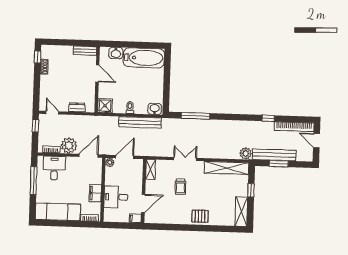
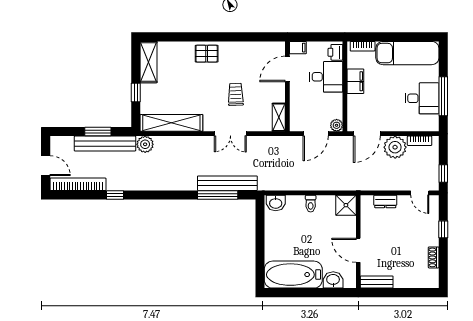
window: (38, 57) -> (443, 229), moved
bench: (140, 122) -> (227, 183), moved
desk: (54, 168) -> (422, 98), moved, turned -90
printer: (109, 214) -> (335, 52), added

